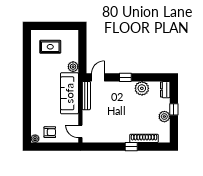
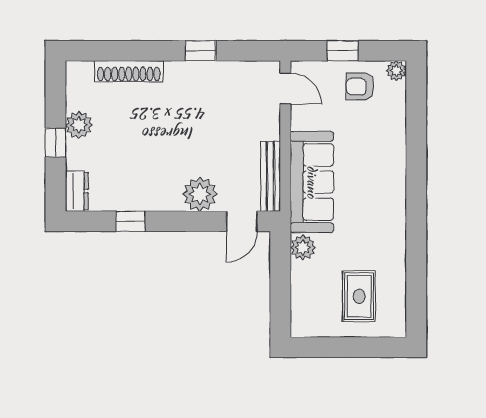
rug: (50, 47) -> (359, 296), turned 90
window: (125, 77) -> (130, 221), moved
plant: (142, 88) -> (200, 194), moved
window: (57, 147) -> (342, 51), added
window: (131, 147) -> (201, 51), moved

